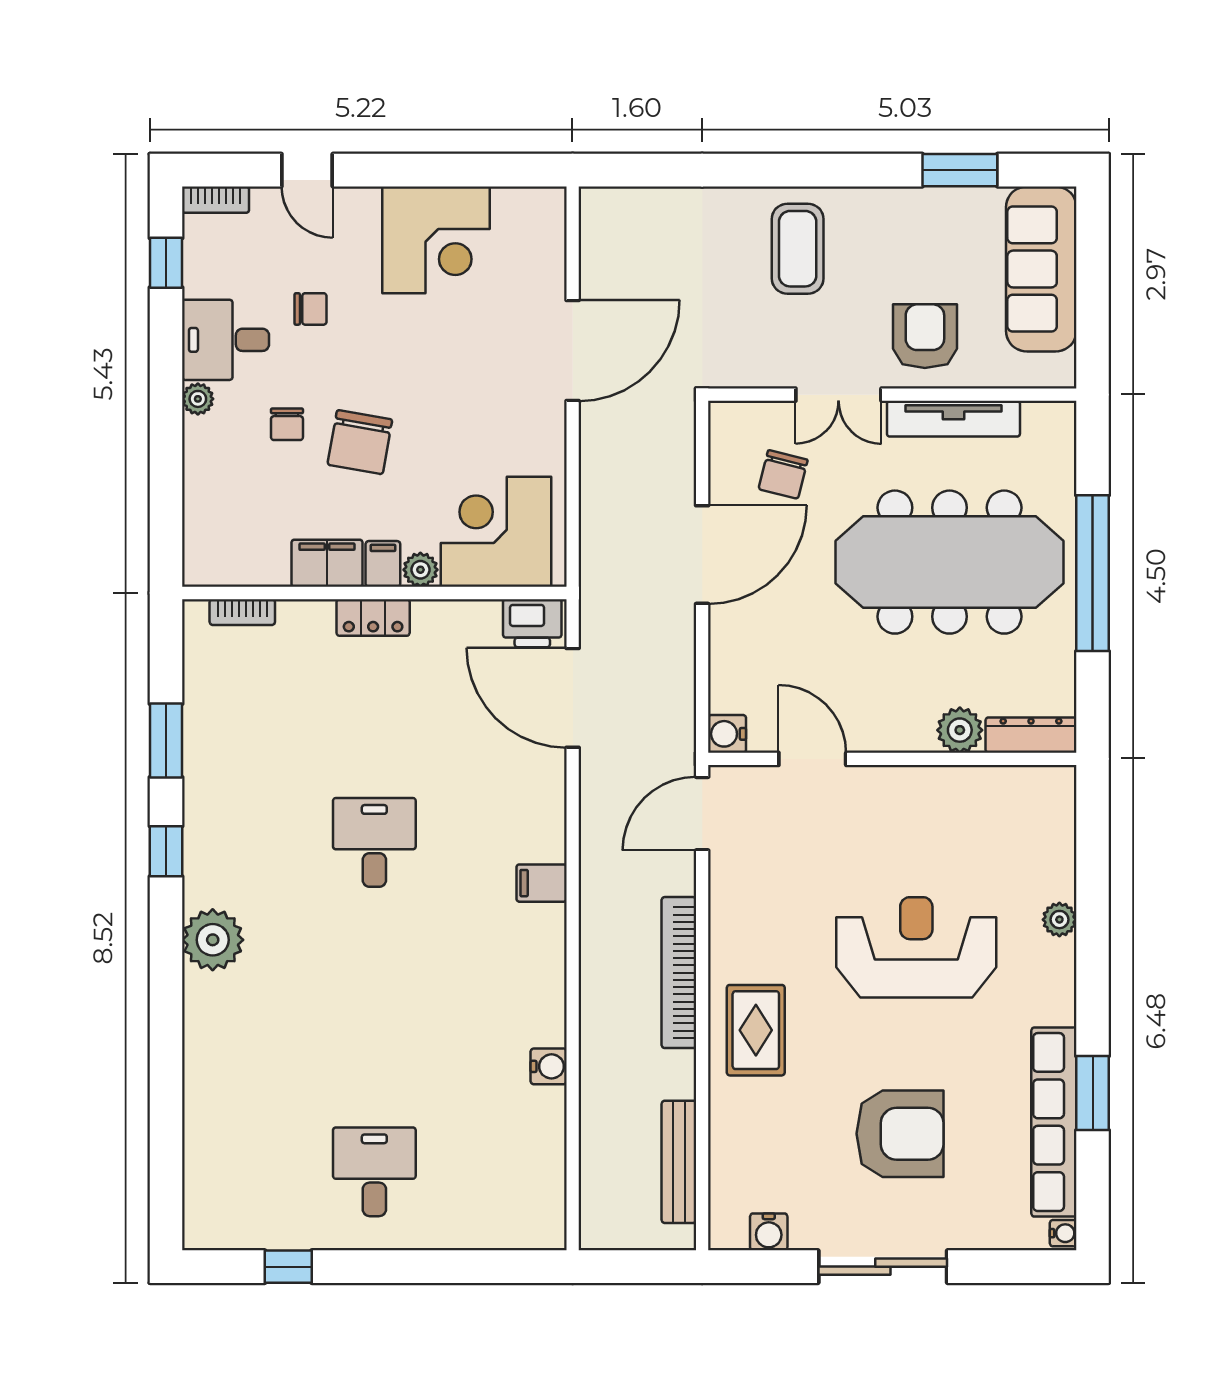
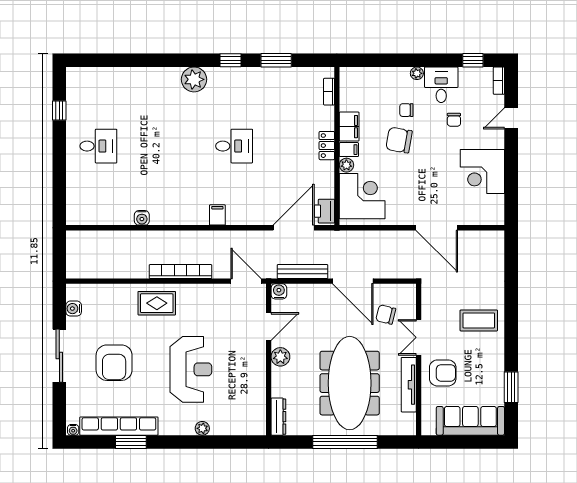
plant: (960, 730) -> (280, 357), moved
bench: (679, 1162) -> (302, 272), moved

